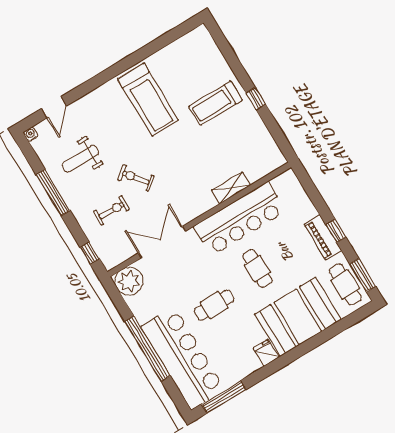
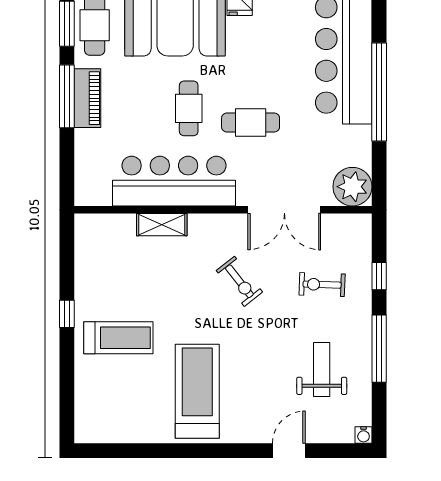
door: (54, 107) -> (289, 451), moved
weight bench: (80, 159) -> (322, 369), turned -90
exercise bike: (136, 178) -> (239, 281), moved
window: (336, 231) -> (67, 96), width x2.17
window: (90, 253) -> (379, 276), moved
cafe table: (214, 305) -> (251, 123), moved

